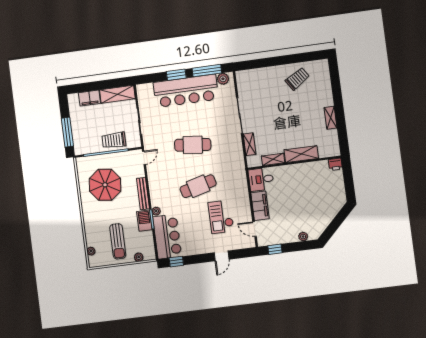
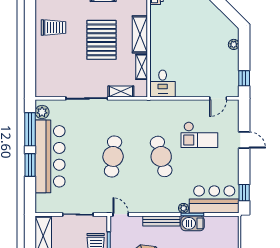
trolley: (297, 79) -> (54, 27), turned 123
pallet: (292, 122) -> (102, 40), added
filing cabinet: (260, 206) -> (193, 89), removed
plant: (139, 257) -> (234, 235), removed

